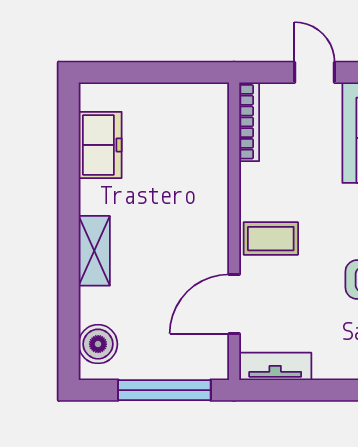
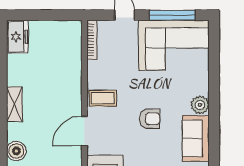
freezer: (100, 145) -> (17, 37), moved

